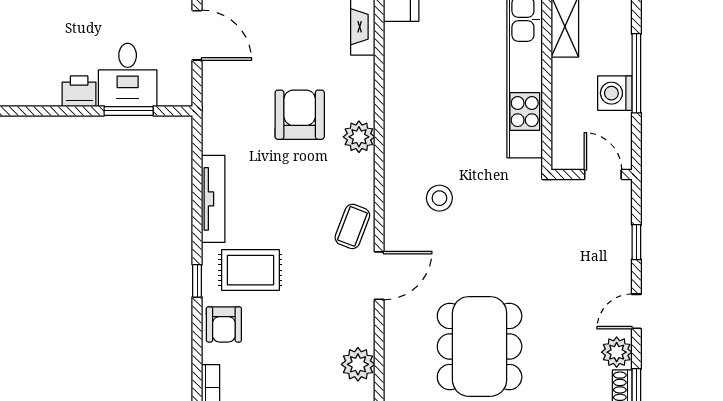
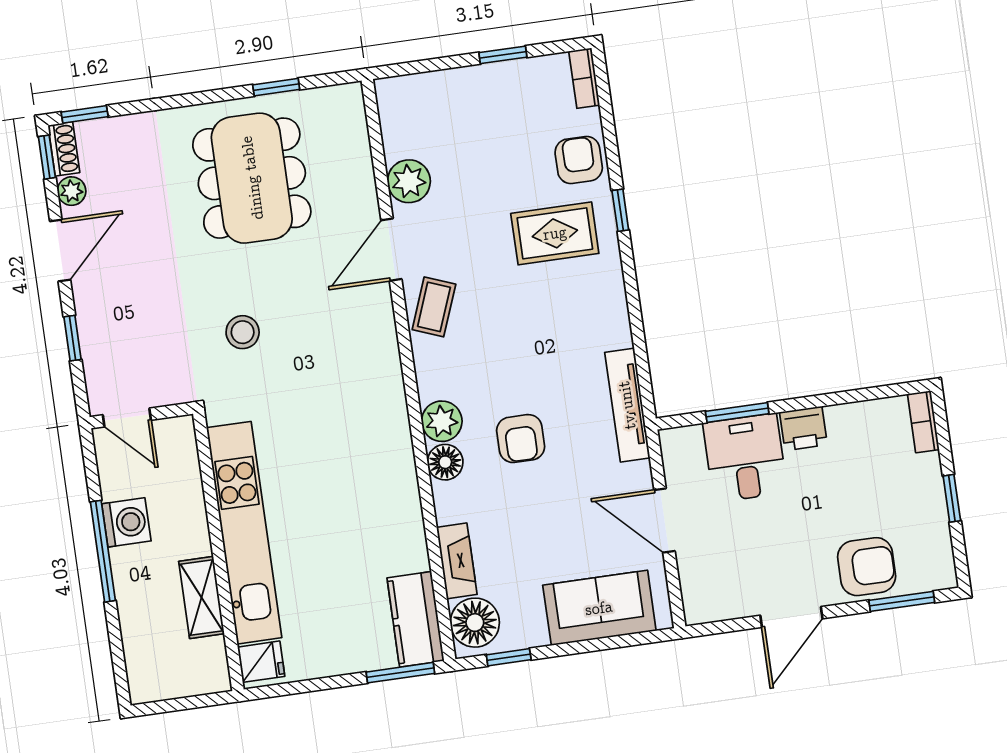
floor lamp: (361, 105) -> (445, 462), added
armchair: (300, 115) -> (521, 439), width x0.72, depth x0.72
stool: (439, 198) -> (243, 332), moved
tv unit: (213, 199) -> (627, 405), moved
door: (636, 311) -> (60, 251), width x1.38
plant: (617, 352) -> (72, 191), width x0.73, depth x0.73
plant: (358, 364) -> (409, 181), moved

